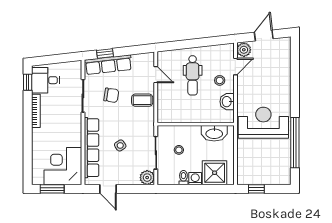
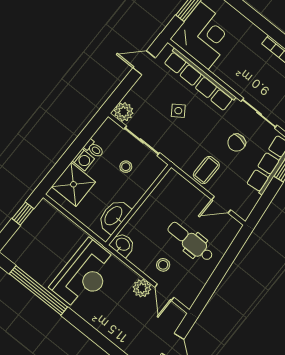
plant: (244, 50) -> (142, 288), moved
washbasin: (227, 102) -> (123, 245), moved

